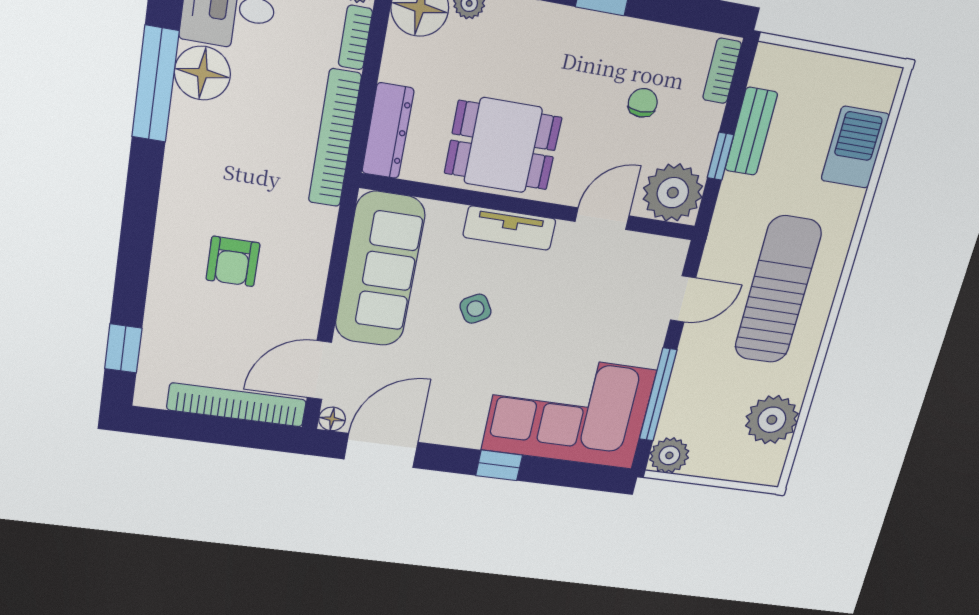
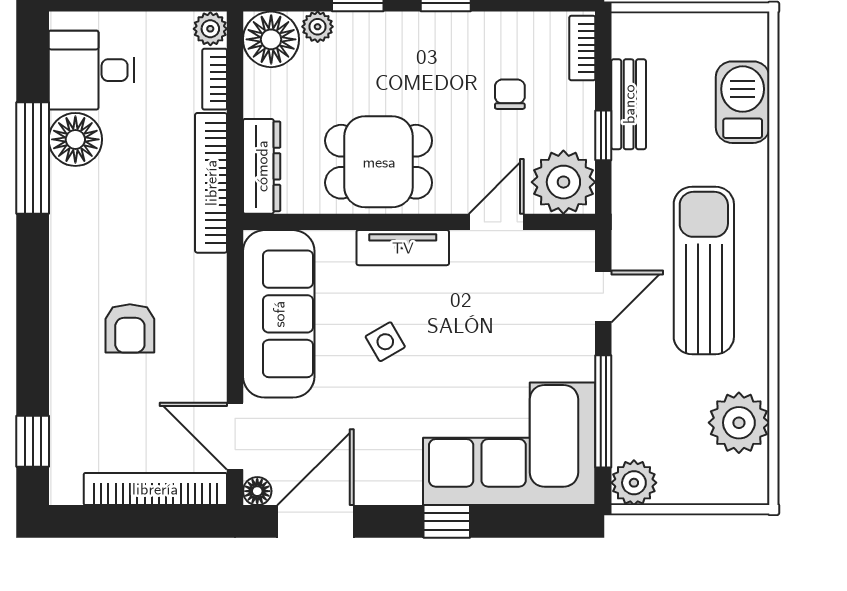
door: (319, 370) -> (235, 436), hinge flipped

